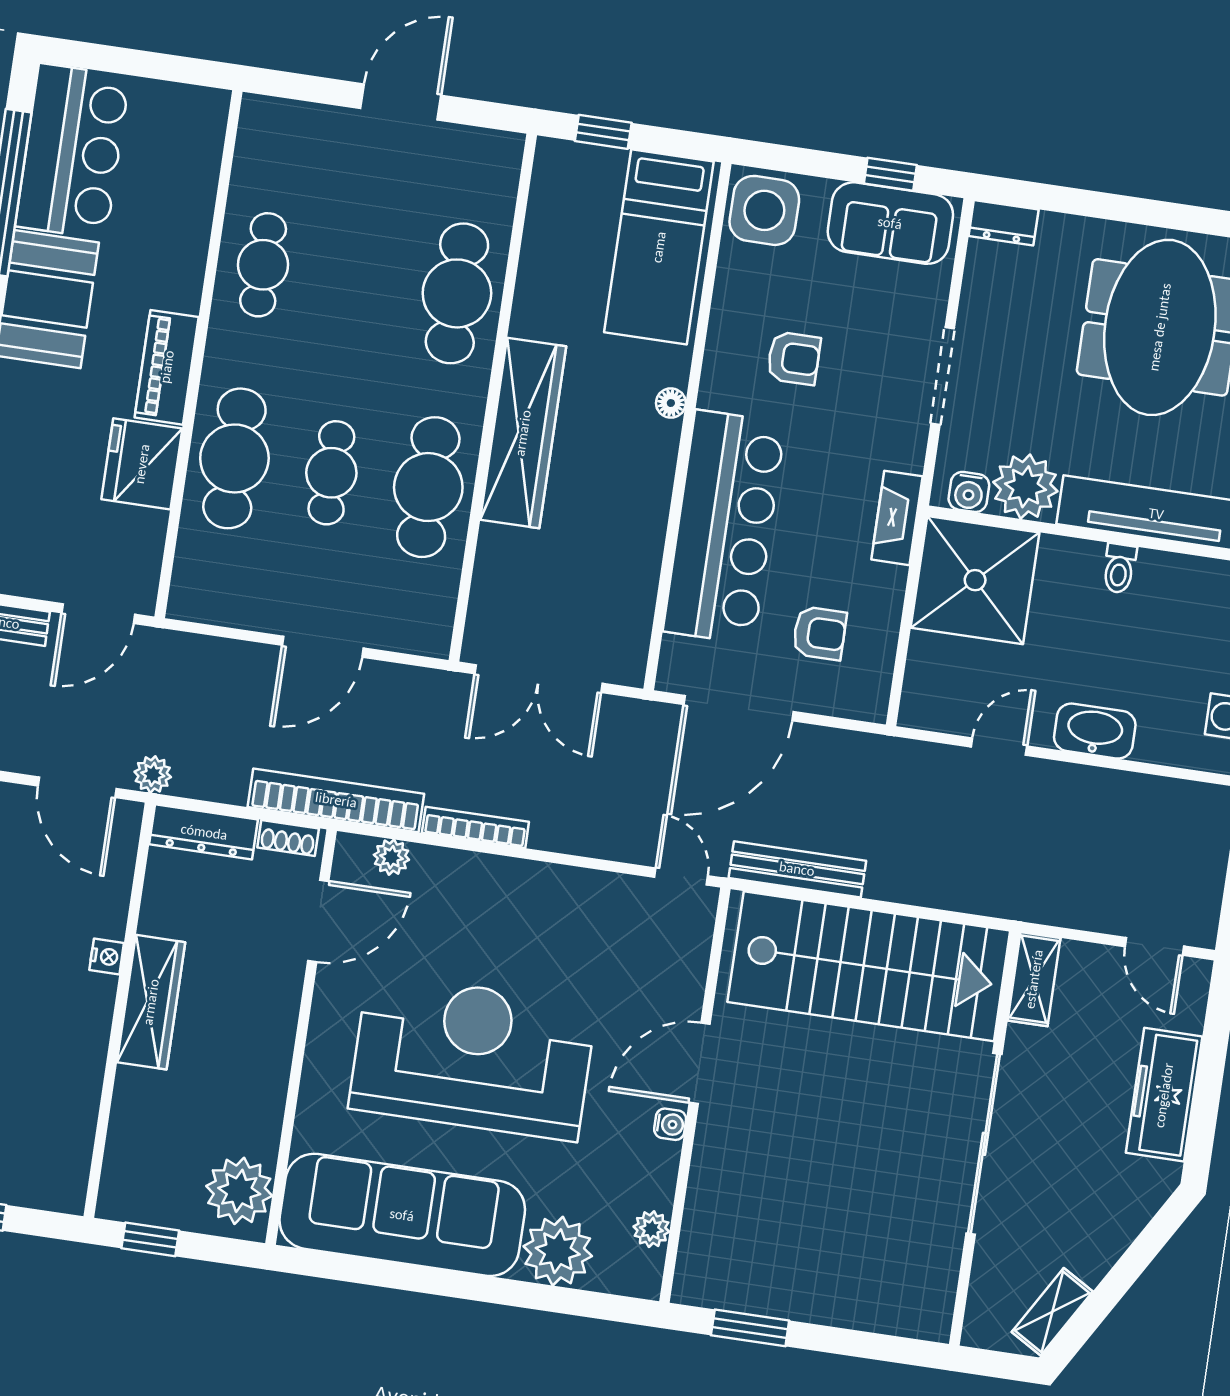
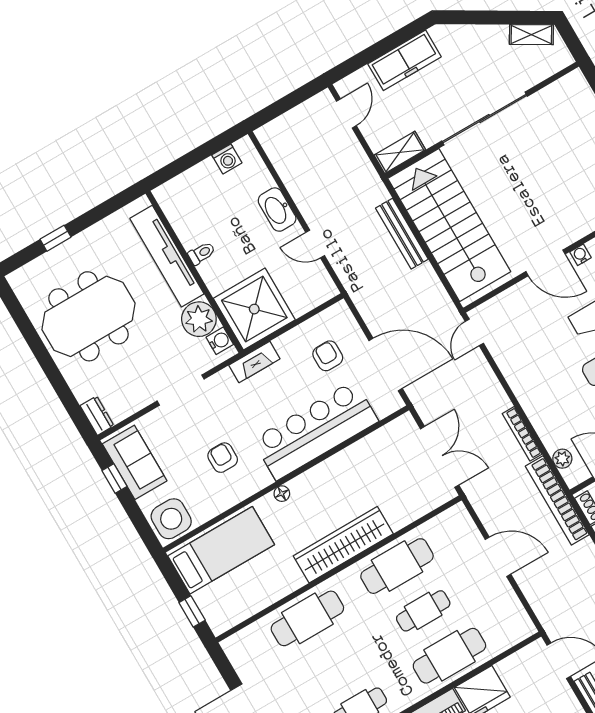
bench: (797, 869) -> (402, 234), moved

